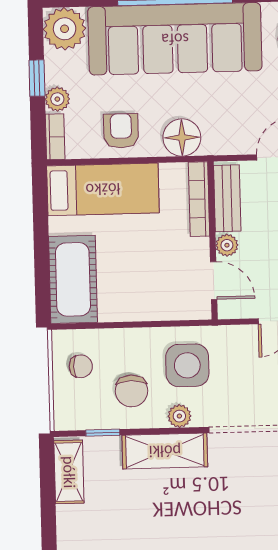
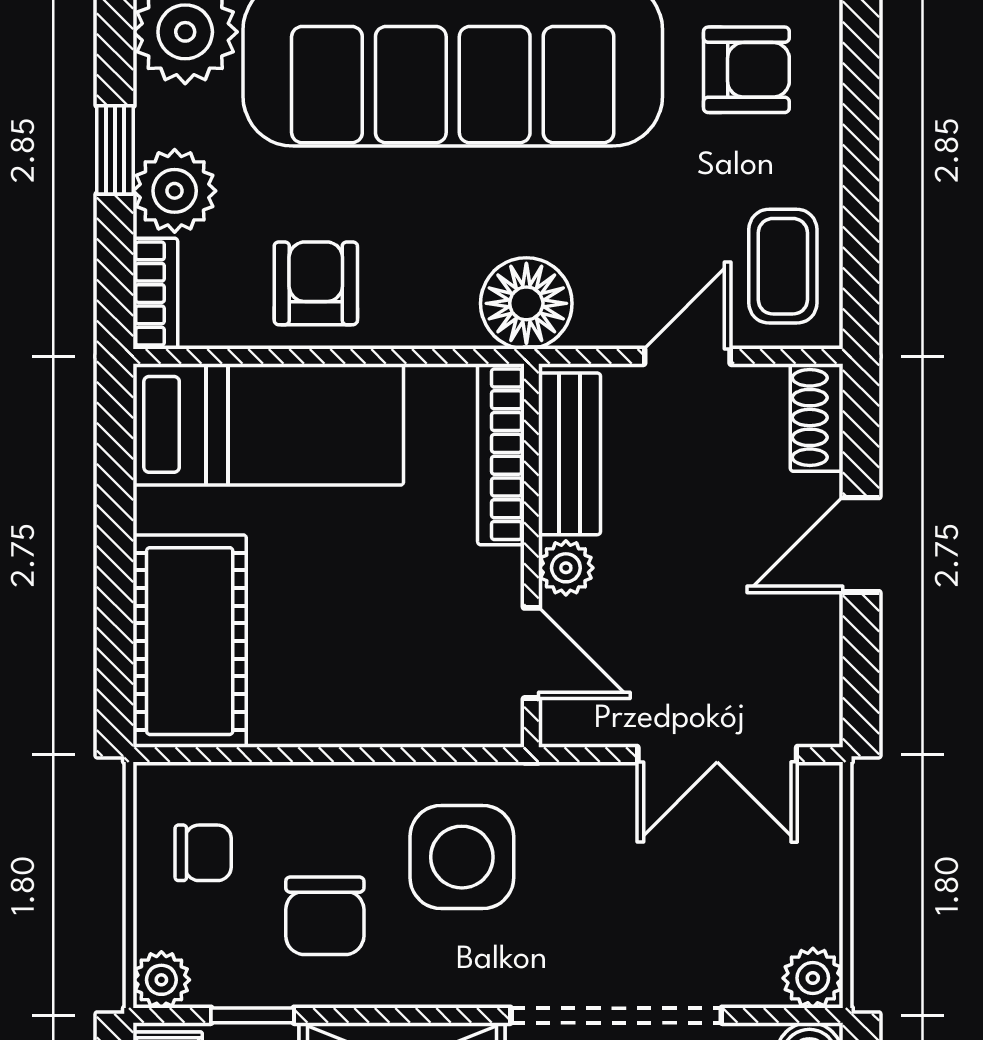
plant: (57, 99) -> (175, 191), width x1.38, depth x1.38
floor lamp: (182, 138) -> (526, 303), moved
plant: (179, 416) -> (161, 980), moved

